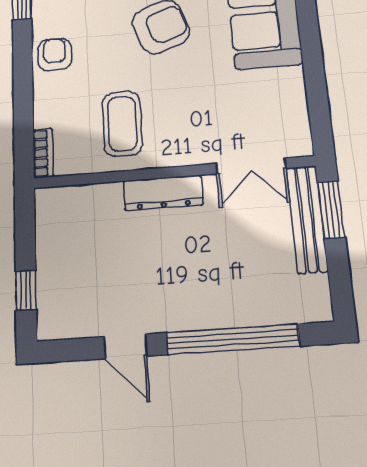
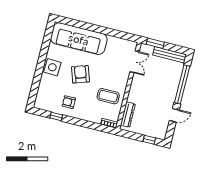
armchair: (55, 55) -> (69, 102), moved
dresser: (163, 193) -> (128, 115), moved
bench: (307, 219) -> (170, 55), moved

